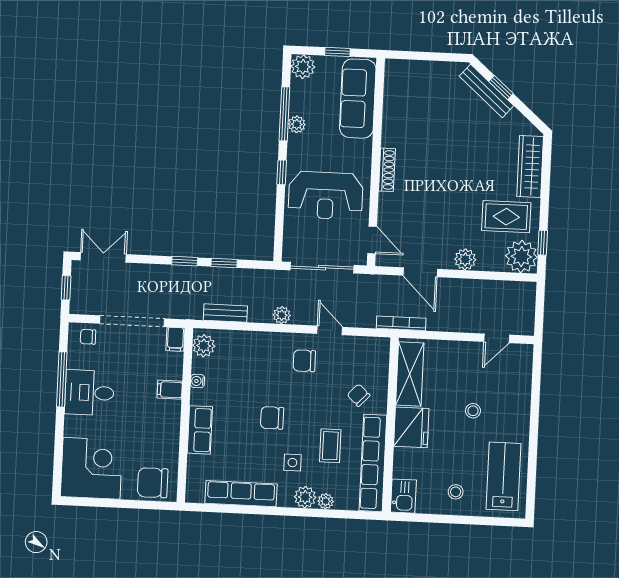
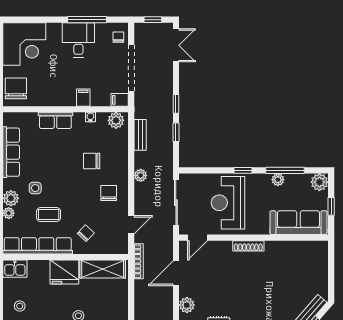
door: (330, 330) -> (131, 225), moved
chair: (272, 418) -> (92, 161), moved, turned -90

